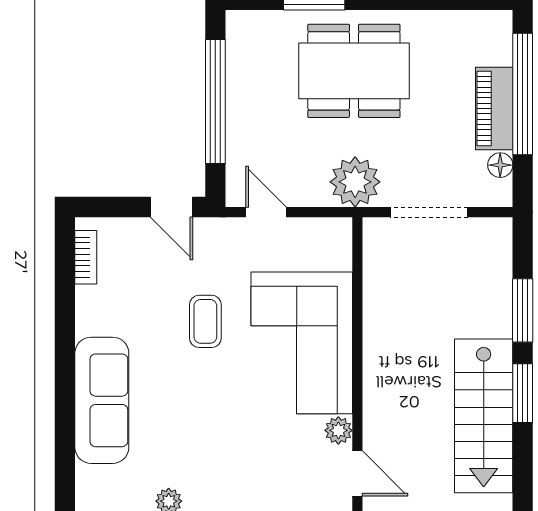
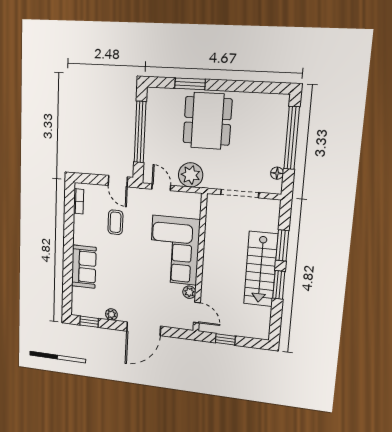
dining table: (354, 71) -> (207, 121), turned 90
piano: (494, 109) -> (276, 144), removed
plant: (355, 182) -> (191, 175), moved
coffee table: (205, 321) -> (115, 222), moved
sofa: (102, 400) -> (84, 267), width x0.73
stairs: (484, 416) -> (261, 269), moved

